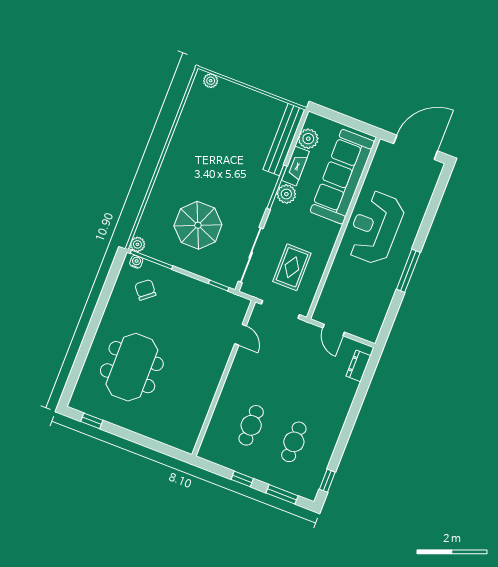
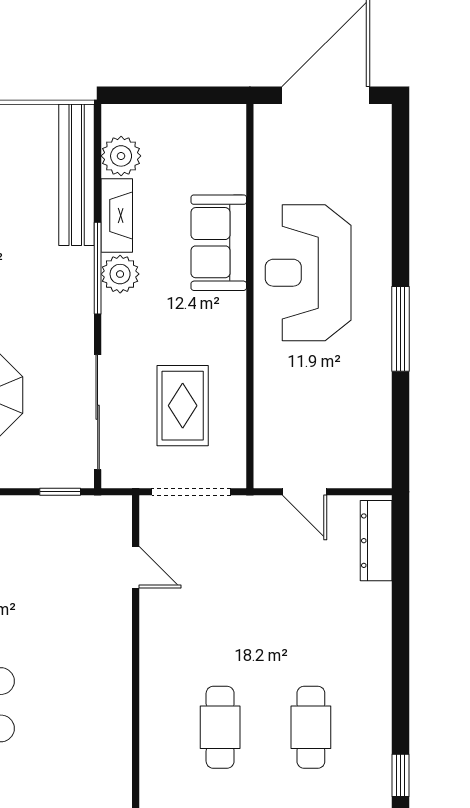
sofa: (342, 177) -> (219, 243), width x0.54, depth x0.79
dresser: (358, 366) -> (376, 541), width x1.44

